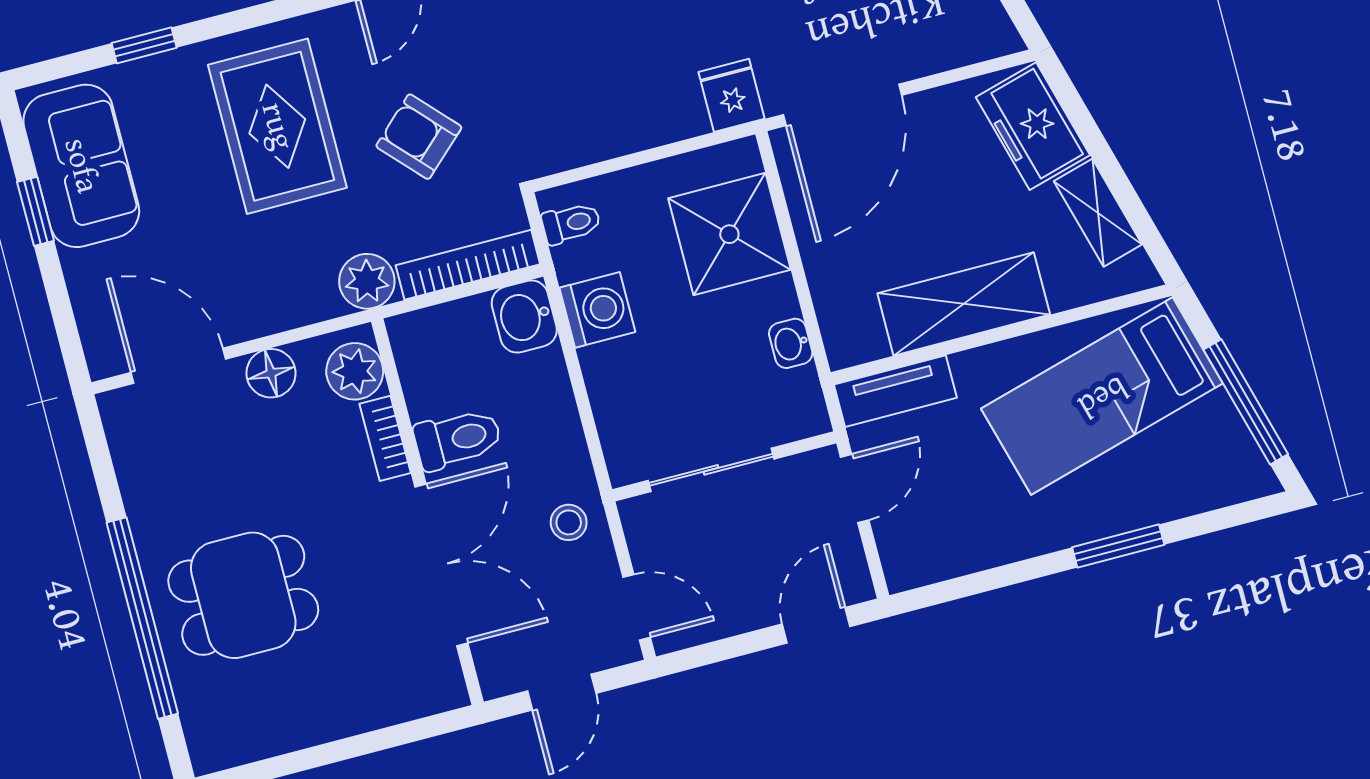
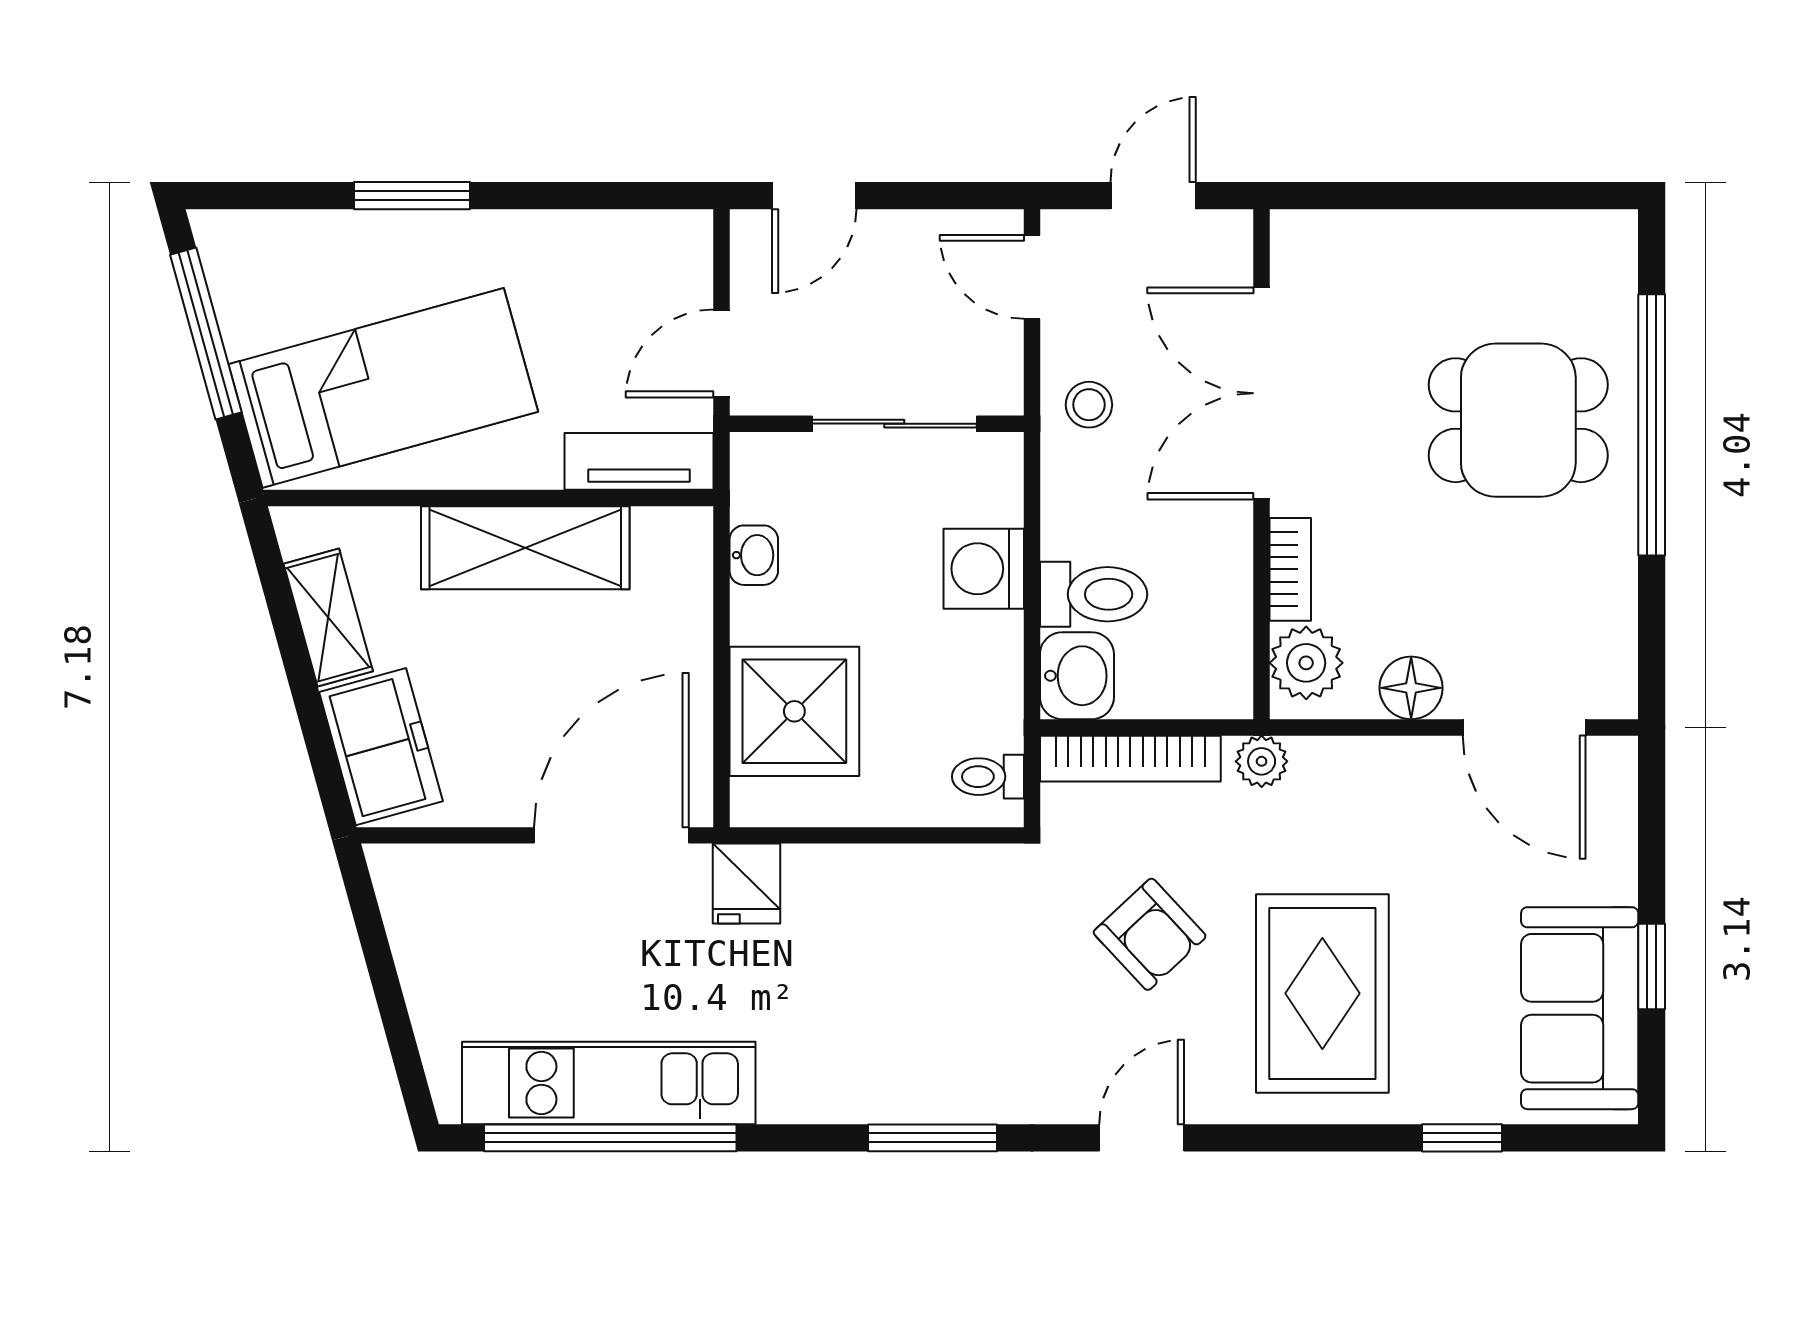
plant: (367, 281) -> (1262, 761), width x0.73, depth x0.73
washing machine: (597, 310) -> (984, 569), moved
toilet: (458, 439) -> (1094, 594), moved, turned 180

